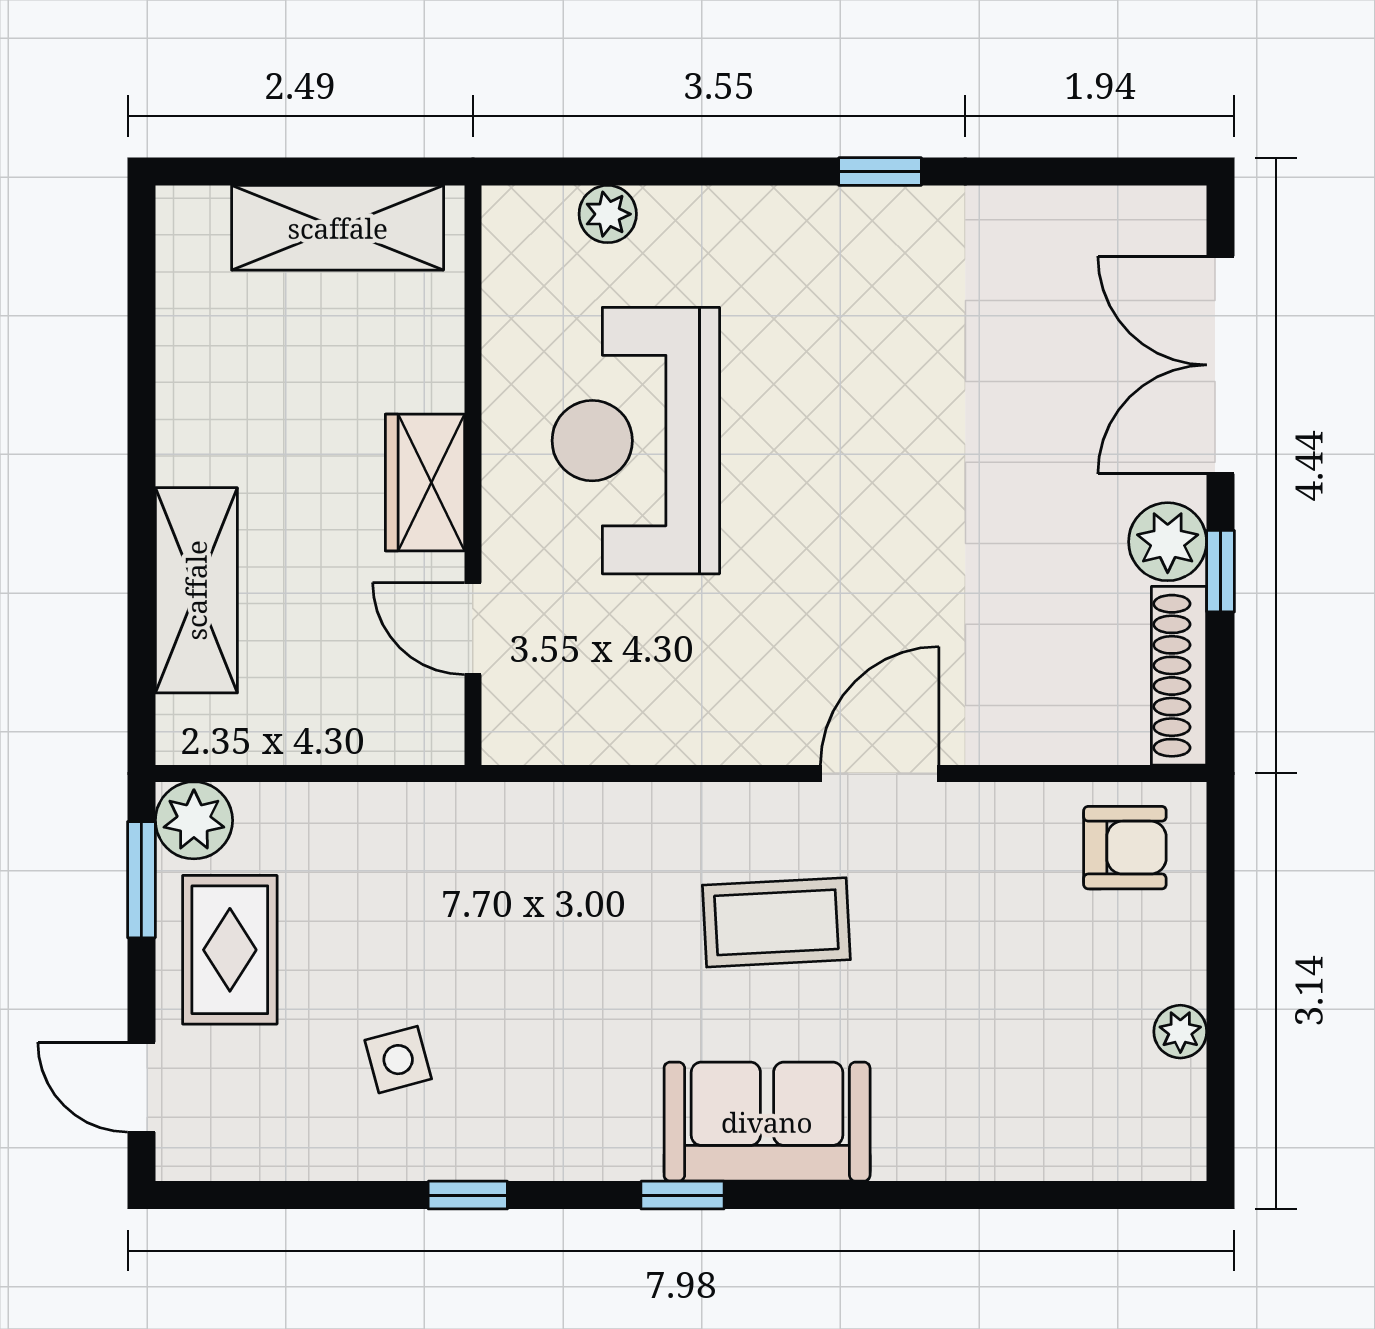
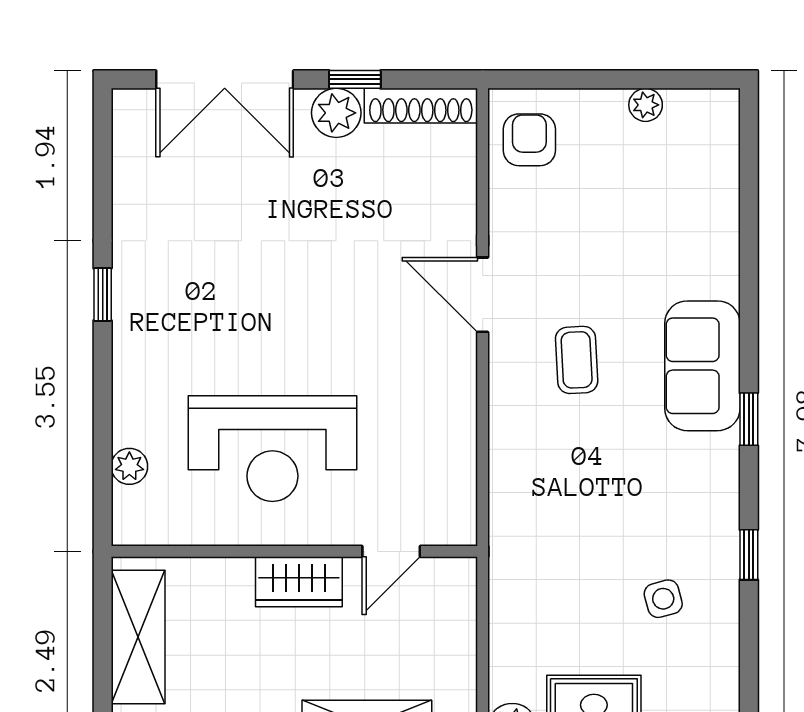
coffee table: (776, 922) -> (577, 360), width x0.73, depth x0.77

